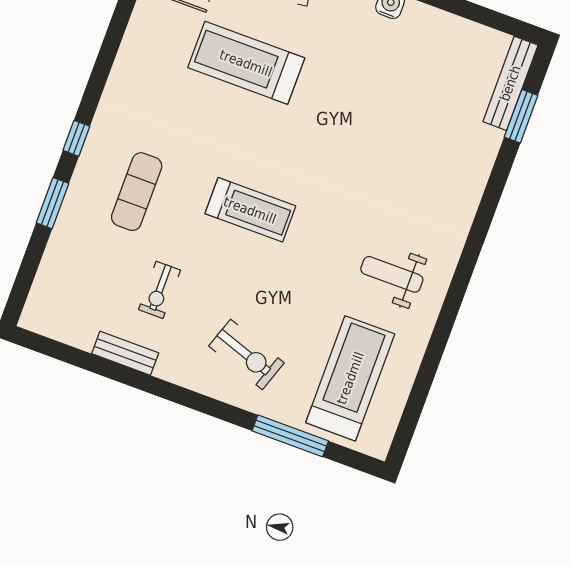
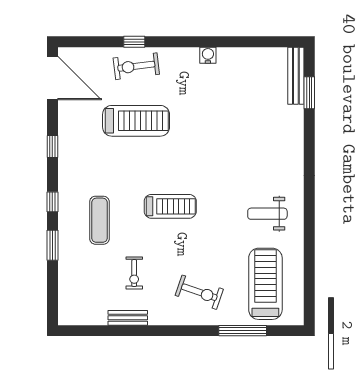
window: (107, 55) -> (52, 146), added
treadmill: (246, 63) -> (136, 121), turned 180

